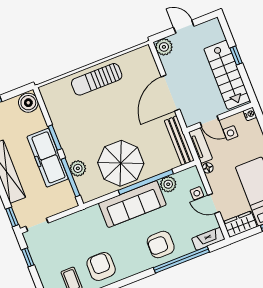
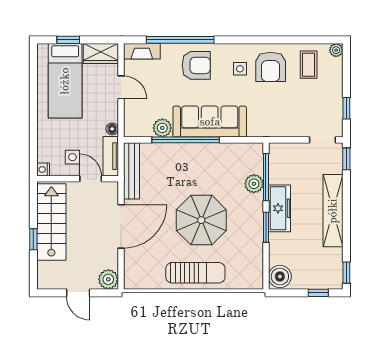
freezer: (48, 158) -> (280, 208), width x0.73, depth x0.79
parasol: (121, 163) -> (201, 220), moved
side table: (197, 193) -> (240, 69), moved

